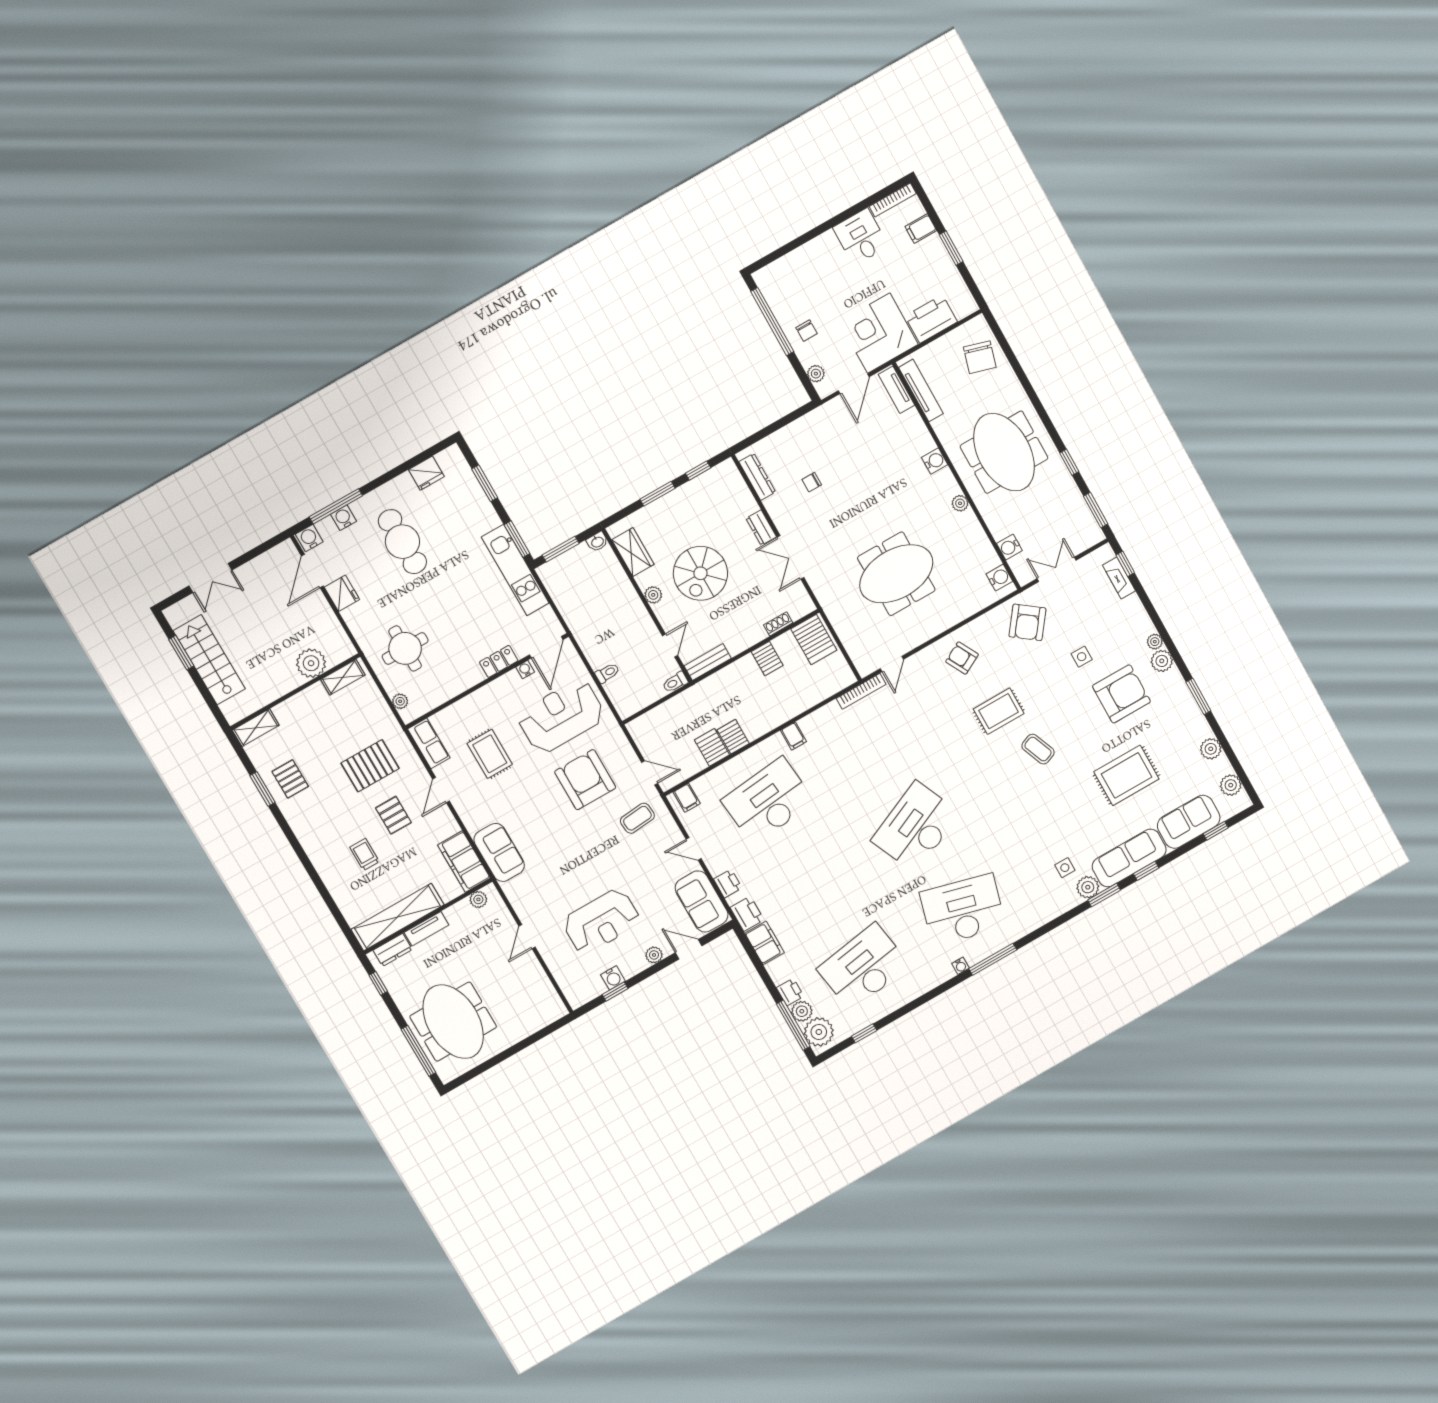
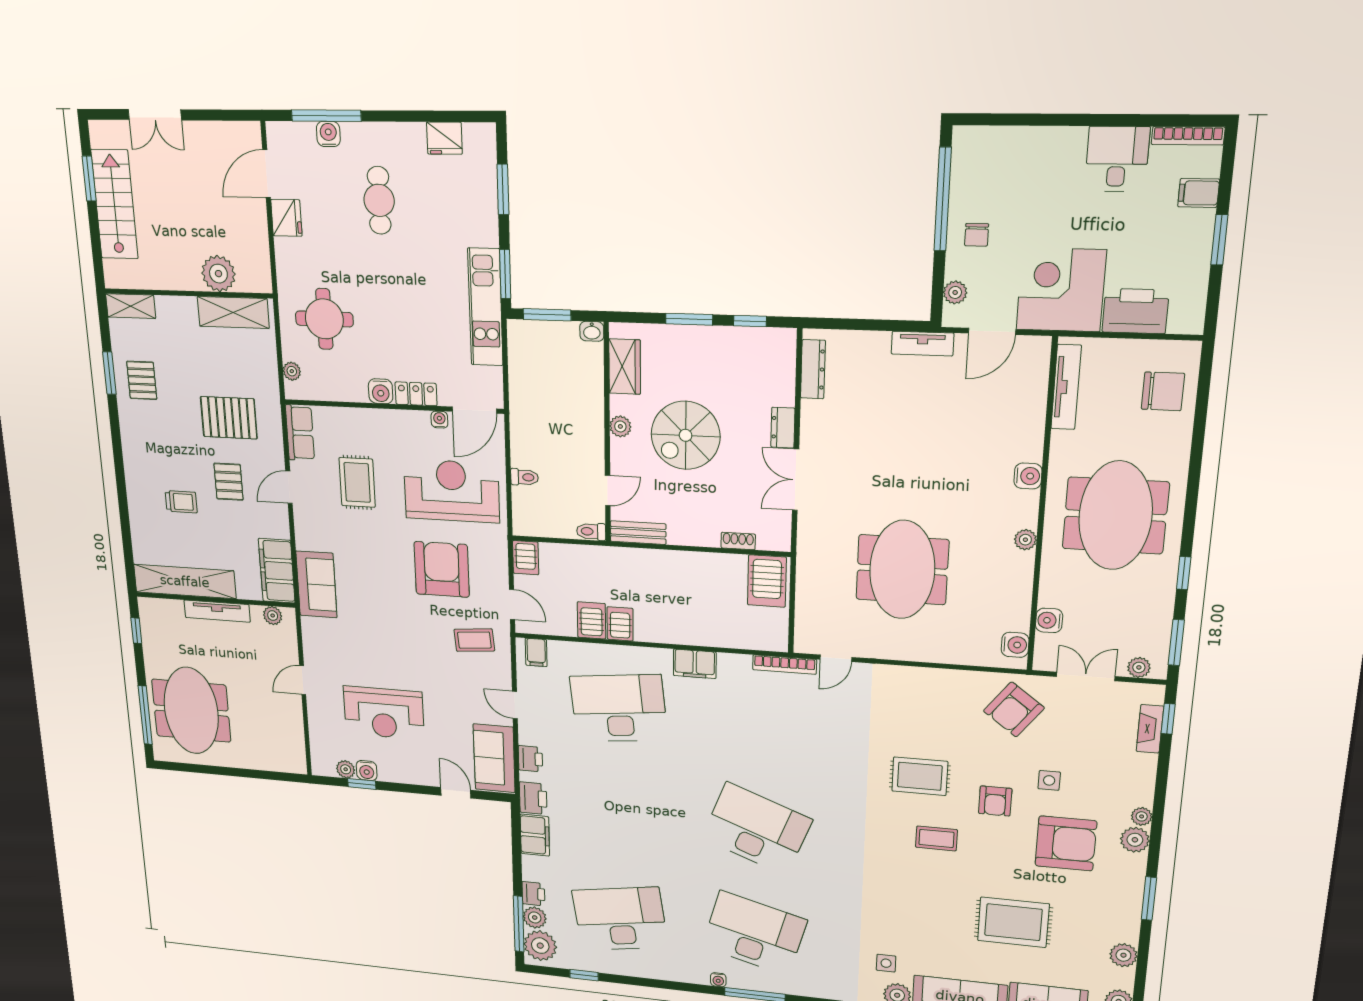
chair: (980, 357) -> (1163, 391), turned -106
tv unit: (896, 390) -> (923, 344), moved, turned -90
chair: (812, 482) -> (871, 413), removed
water cooler: (309, 538) -> (381, 391), moved, turned 180
cafe table: (402, 542) -> (379, 200), width x0.73, depth x0.74
plant: (1085, 542) -> (1139, 667), added
meeting table: (896, 574) -> (902, 570), turned 90
armchair: (962, 658) -> (995, 801), moved, turned -152
server rack: (767, 659) -> (526, 558), moved
shelving: (343, 677) -> (233, 312), width x1.50, depth x1.33
filing cabinet: (793, 736) -> (695, 664), width x2.00
coffee table: (1038, 749) -> (936, 838), turned -68
desk: (916, 827) -> (757, 829), turned 45
trolley: (365, 855) -> (181, 502), turned 90
tv unit: (426, 929) -> (217, 611), width x1.41
dresser: (393, 950) -> (165, 609), removed
plant: (654, 955) -> (346, 769), moved

